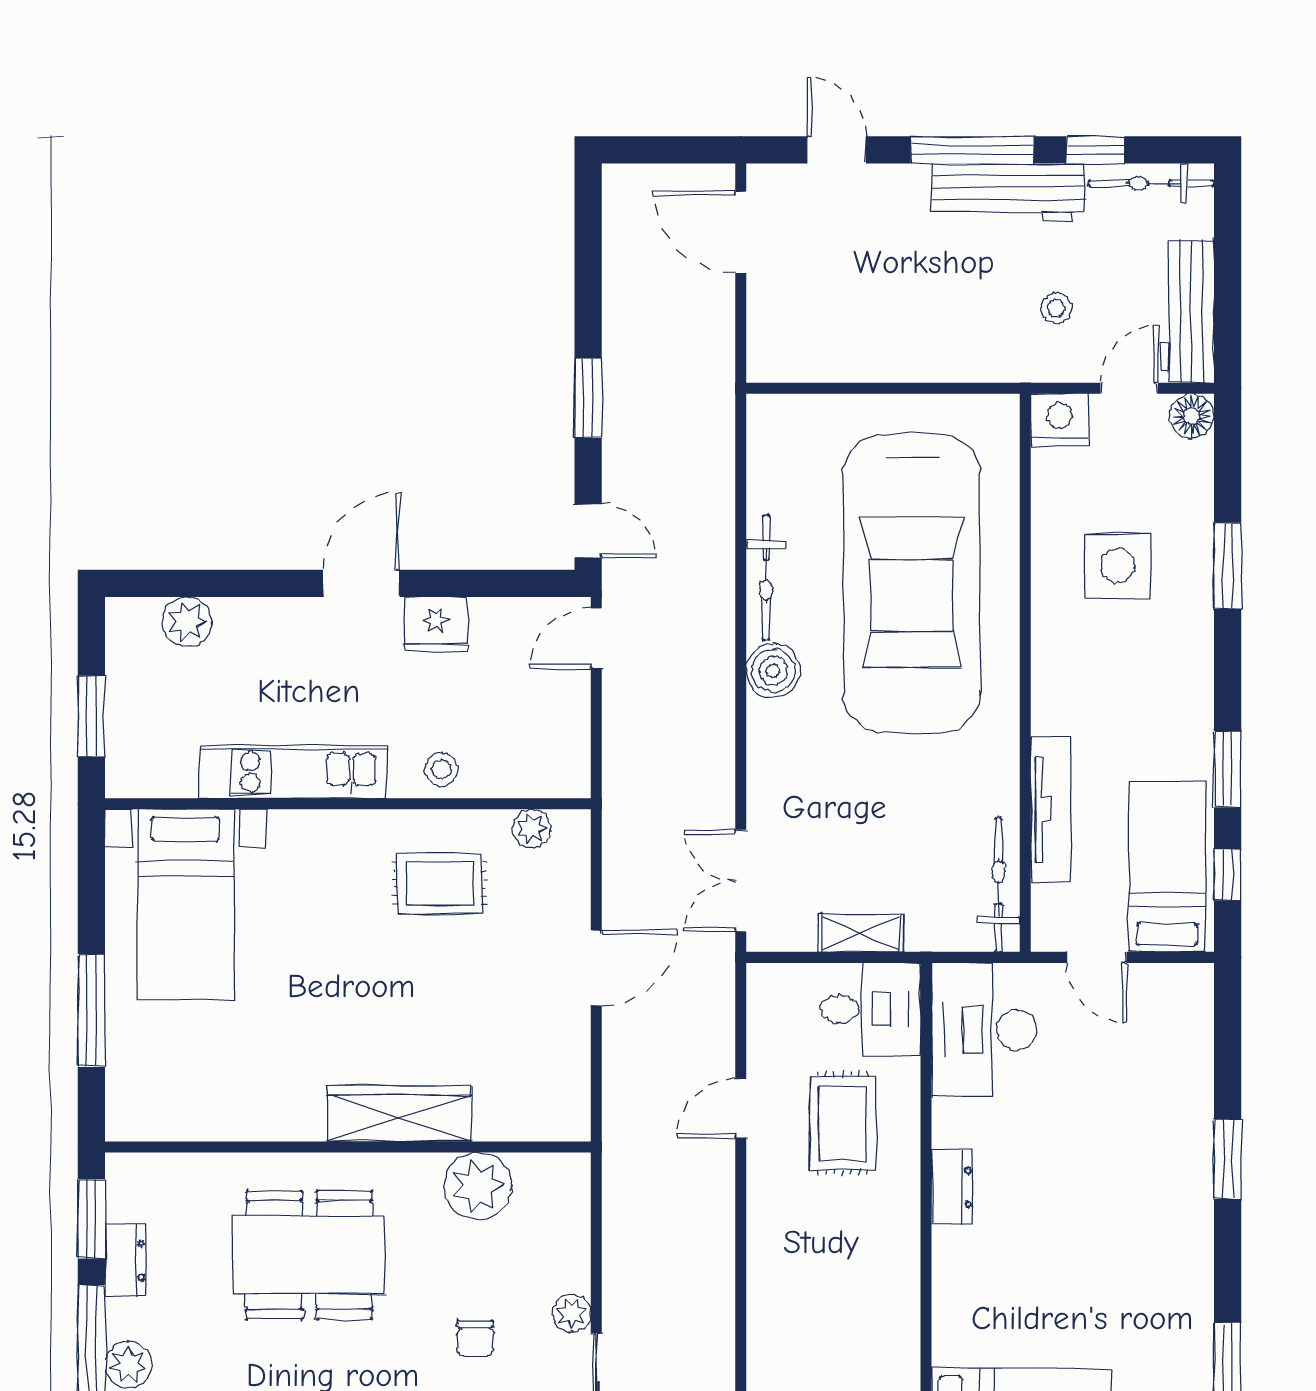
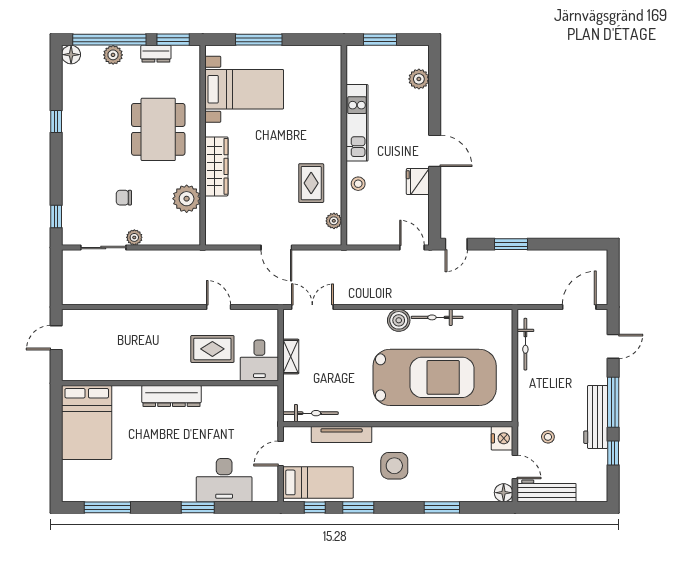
bicycle: (1151, 183) -> (525, 344), moved, turned 180
side table: (1118, 566) -> (394, 466), moved
car: (912, 584) -> (435, 377), turned 180
bed with nightstands: (186, 905) -> (244, 89), moved, turned 180
desk: (984, 1030) -> (224, 480), moved, turned 180
dresser: (952, 1187) -> (171, 396), width x1.96, depth x1.24

